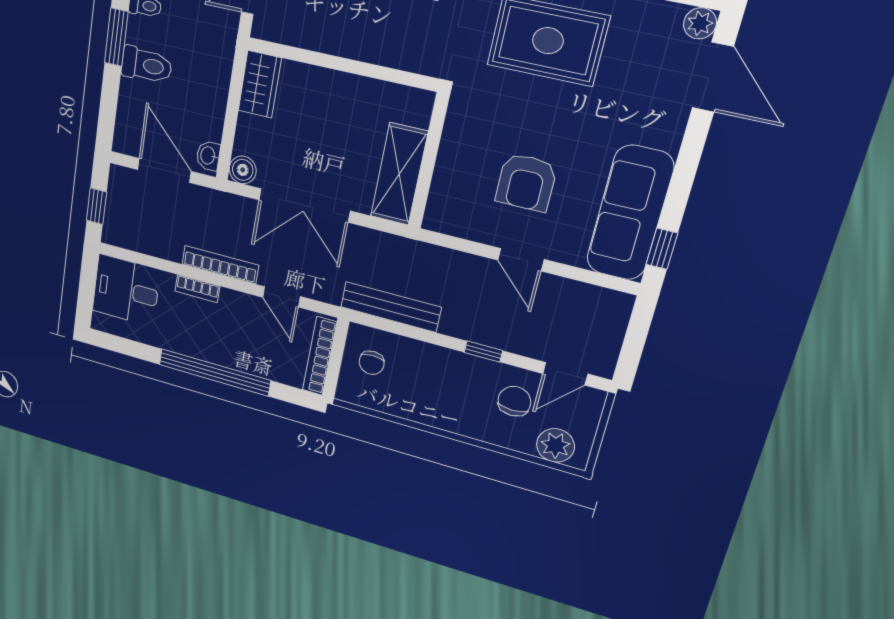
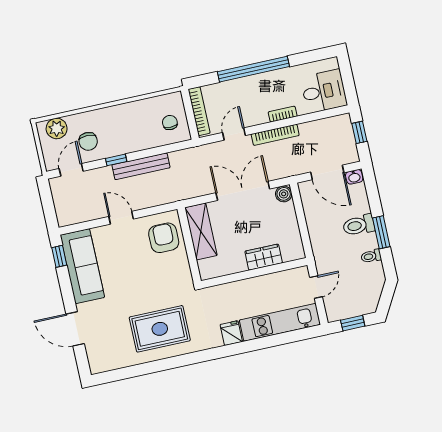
plant: (700, 23) -> (97, 366), removed
door: (713, 77) -> (75, 329), moved
wardrobe: (260, 84) -> (264, 257), moved, turned 90
washbasin: (208, 156) -> (354, 177), moved, turned 90
armchair: (526, 182) -> (164, 238), moved
door: (281, 297) -> (234, 134), hinge flipped
bench: (391, 307) -> (141, 166), moved

